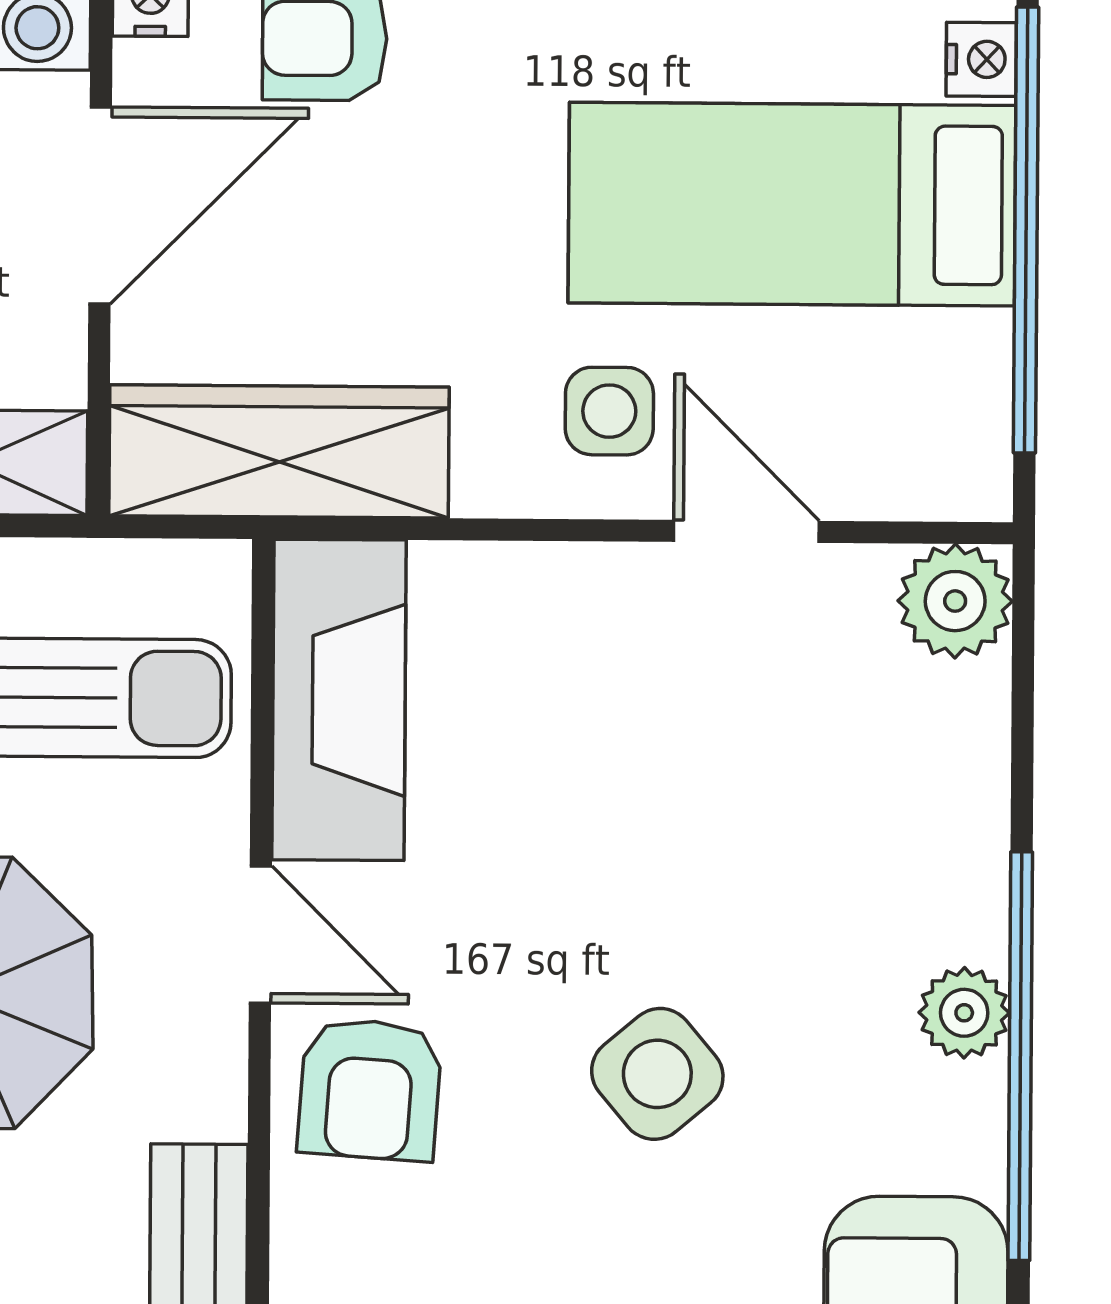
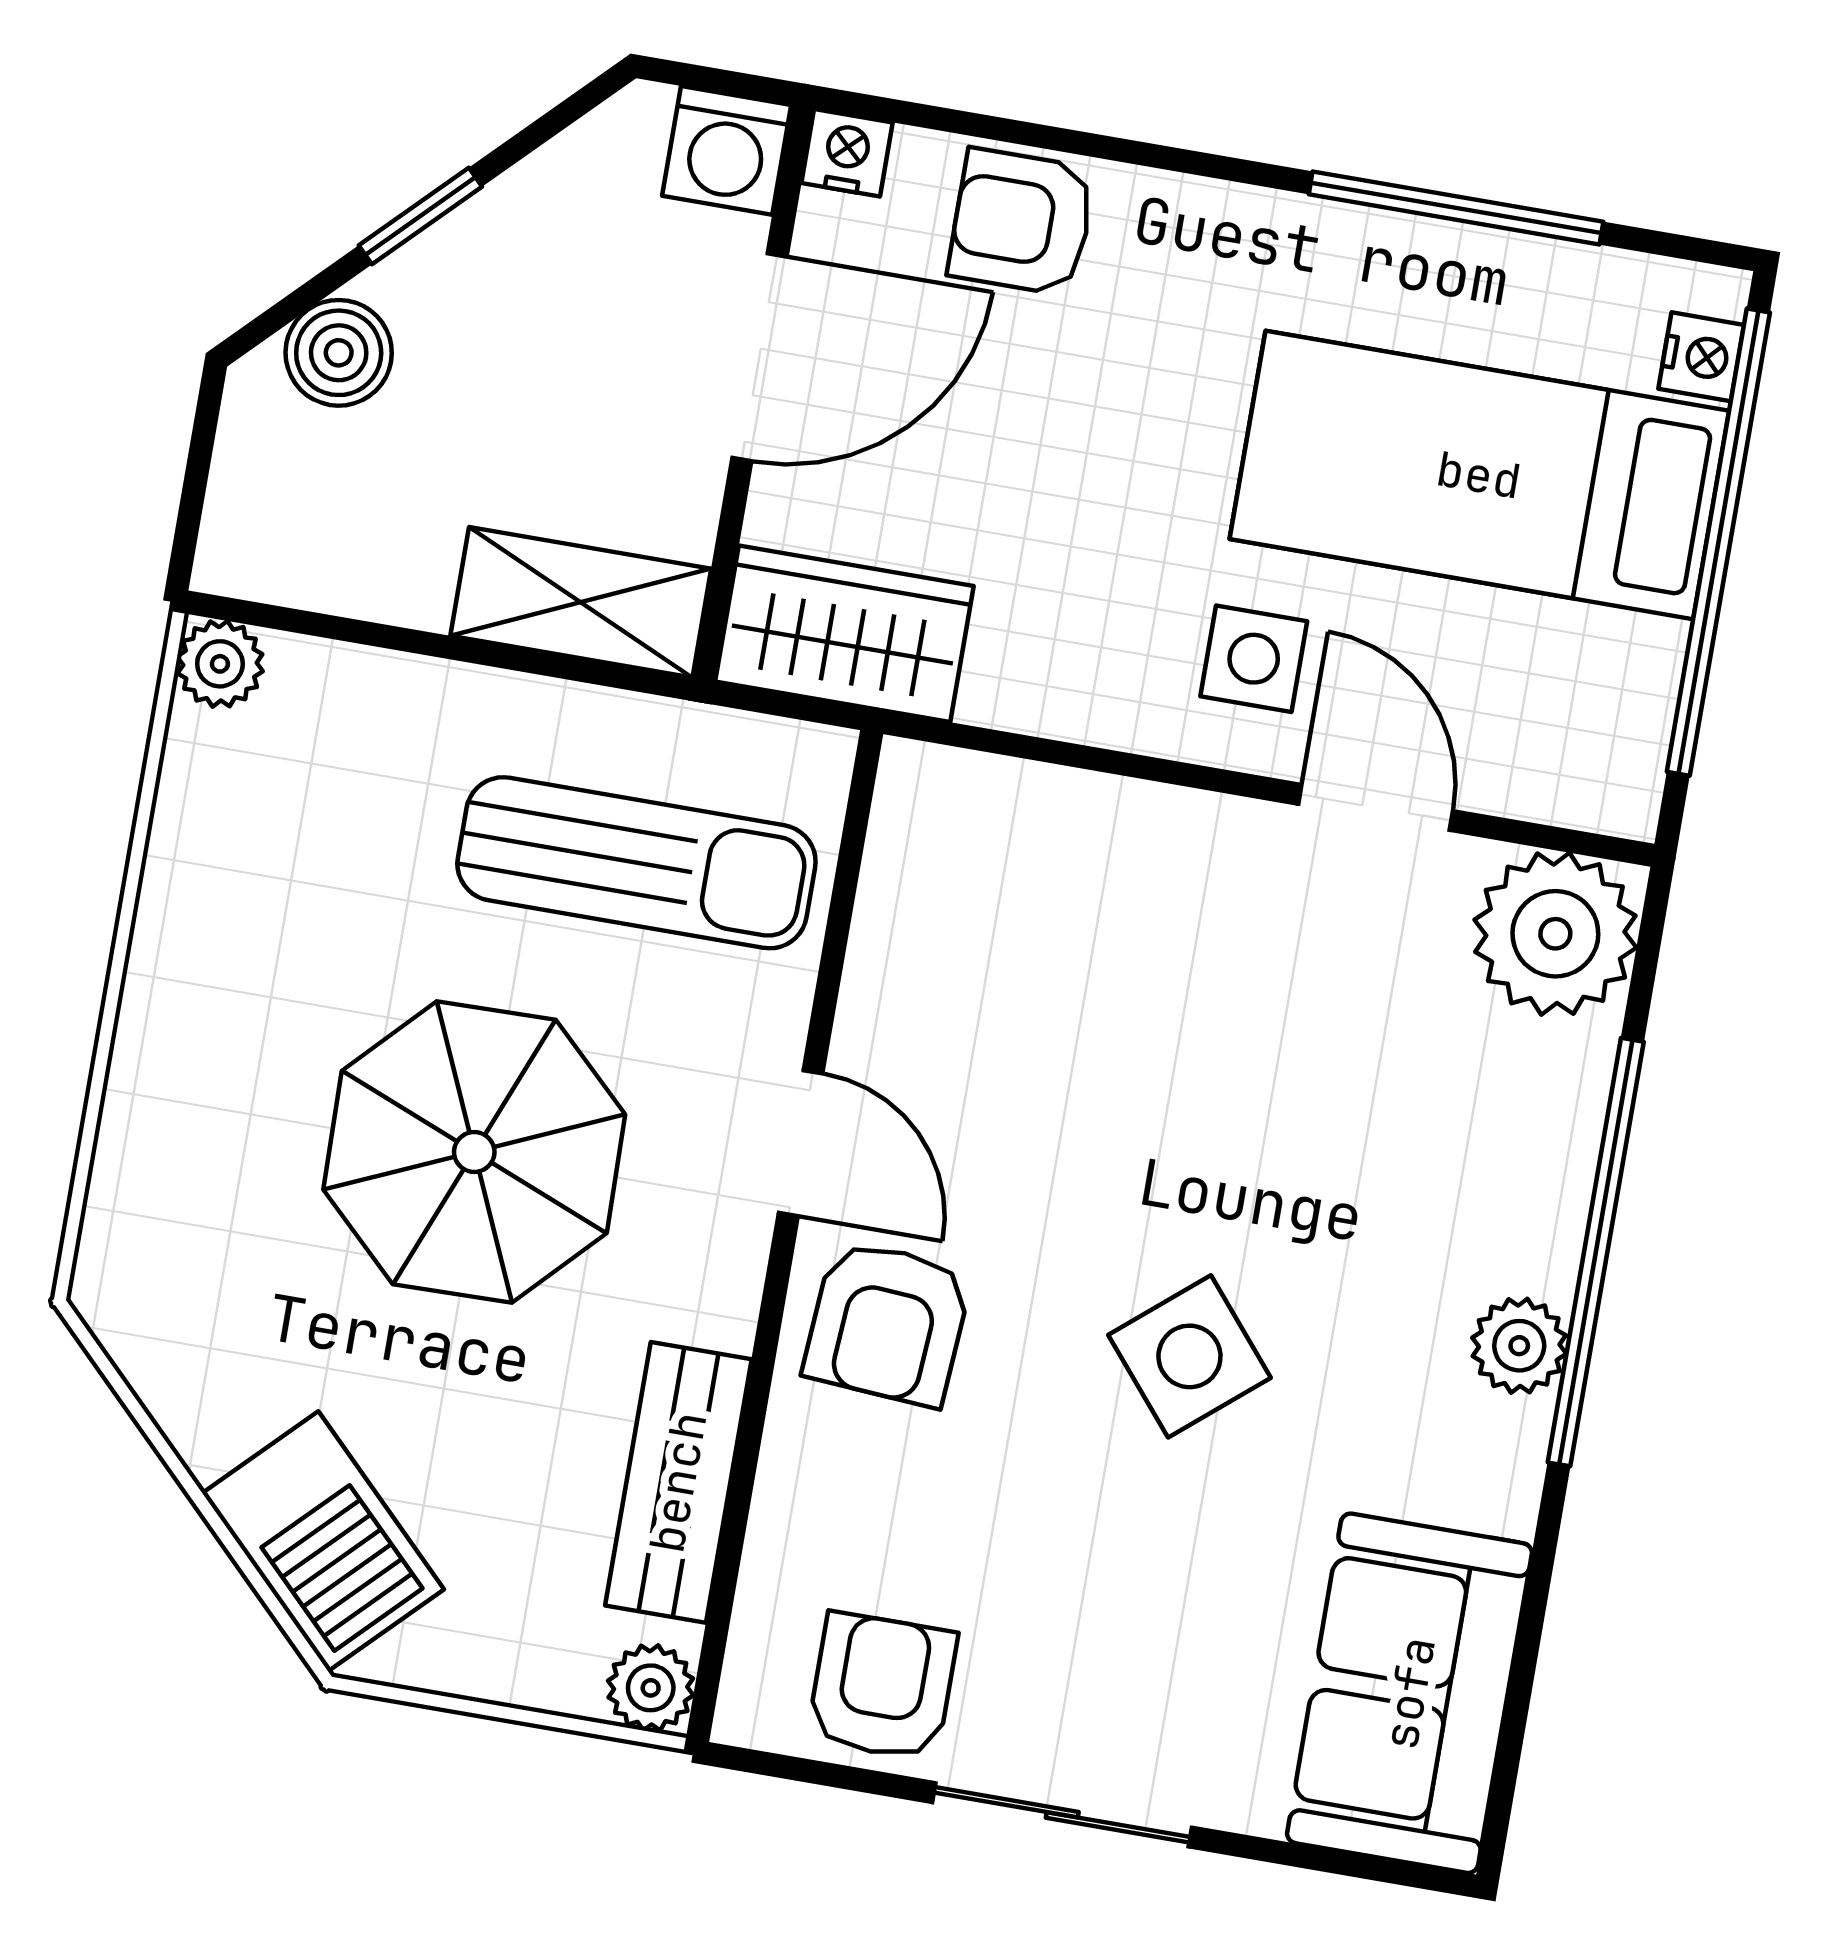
wardrobe: (279, 451) -> (844, 634), width x0.67
plant: (955, 601) -> (1555, 934), width x1.36, depth x1.36
fireplace: (339, 700) -> (923, 913), removed
window: (1020, 1056) -> (1596, 1252), moved

